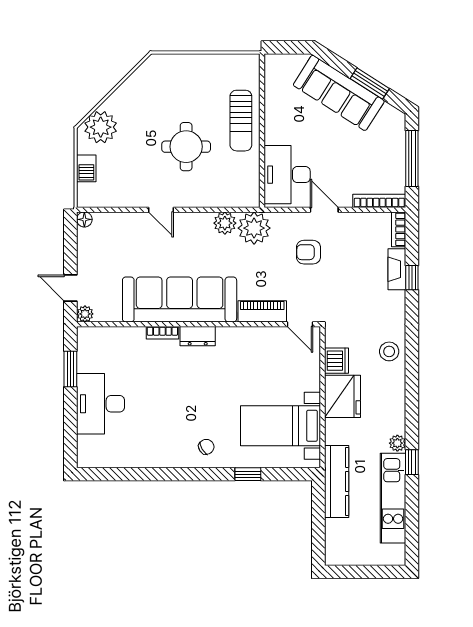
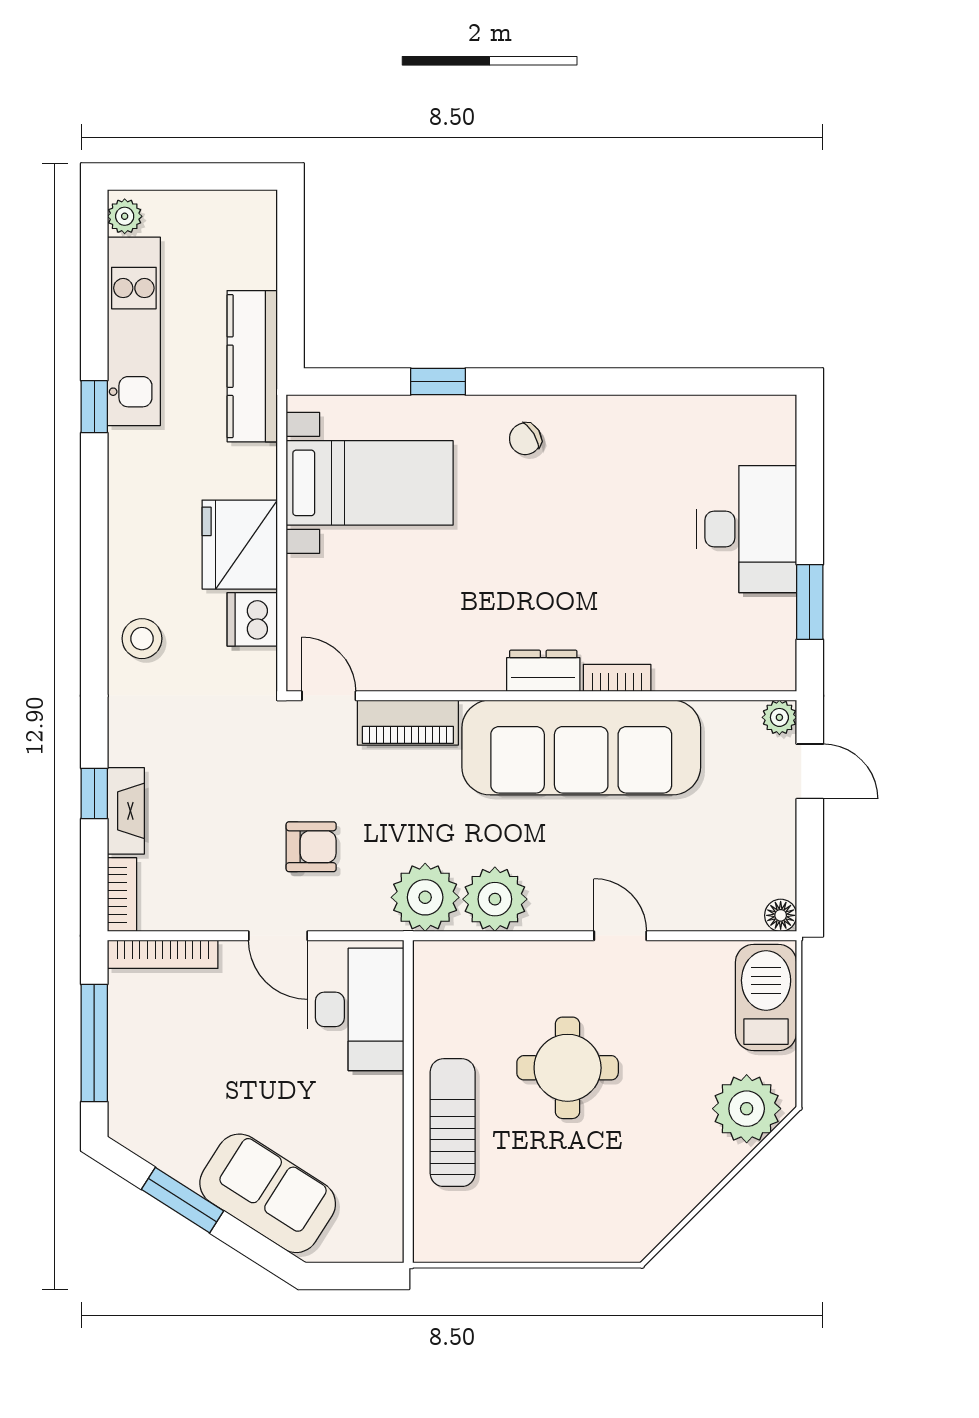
sofa: (339, 93) -> (268, 1193), width x0.73
barbecue: (86, 168) -> (766, 998), width x1.88, depth x1.53
plant: (225, 223) -> (495, 899), width x1.36, depth x1.36
plant: (397, 443) -> (125, 216), moved

